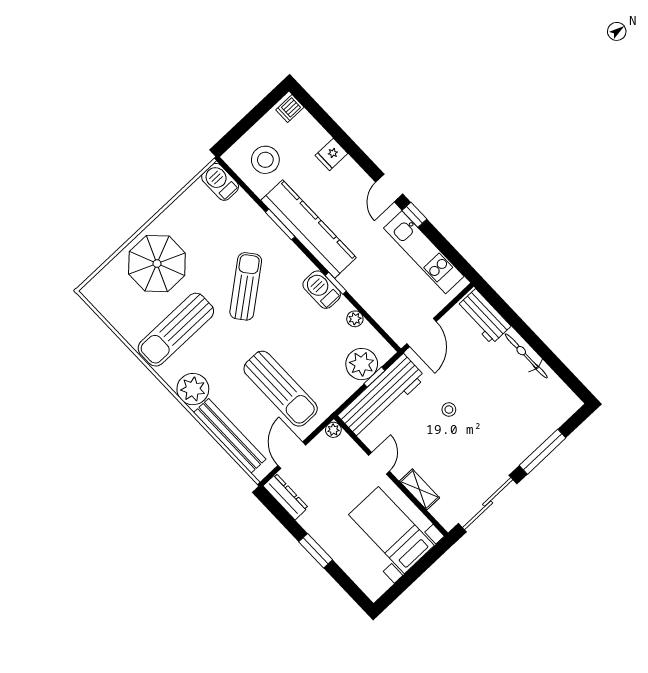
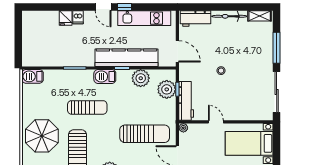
dishwasher: (290, 109) -> (78, 17), moved
stool: (265, 160) -> (41, 48), removed
kitchen counter: (309, 229) -> (126, 58), moved
sun lounger: (246, 286) -> (87, 107), turned 128
barbecue: (322, 290) -> (105, 76), moved
plant: (355, 319) -> (141, 78), width x1.88, depth x1.88
workbench: (382, 396) -> (186, 101), width x0.73, depth x0.76
shelving: (420, 489) -> (260, 16), moved

